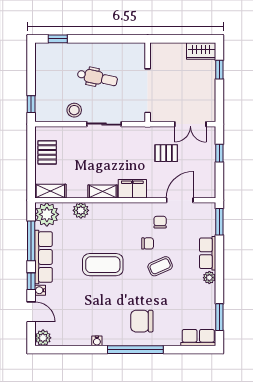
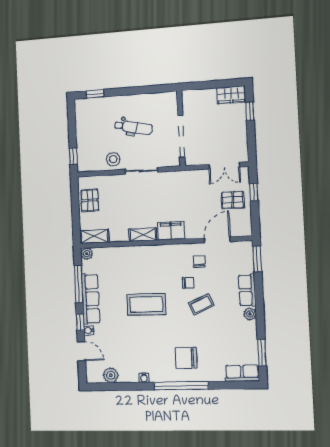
pallet: (166, 153) -> (233, 200), moved
plant: (81, 210) -> (123, 254), removed
plant: (47, 214) -> (87, 254), width x0.53, depth x0.53
plant: (43, 338) -> (111, 375), moved

